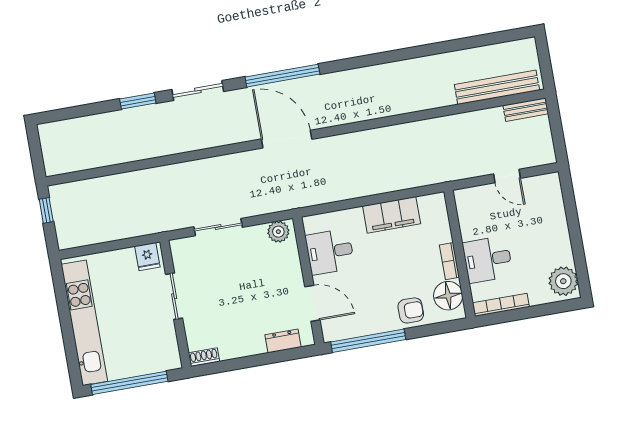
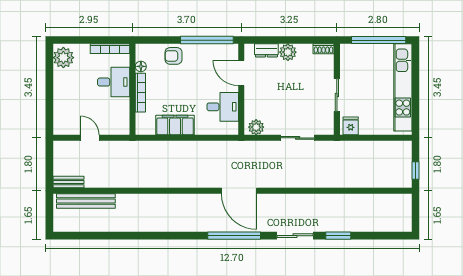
bookcase: (449, 261) -> (140, 93), width x1.56
floor lamp: (448, 296) -> (141, 66), width x0.53, depth x0.53
plant: (253, 344) -> (288, 52), added

